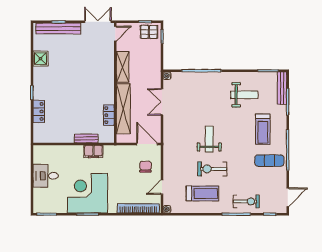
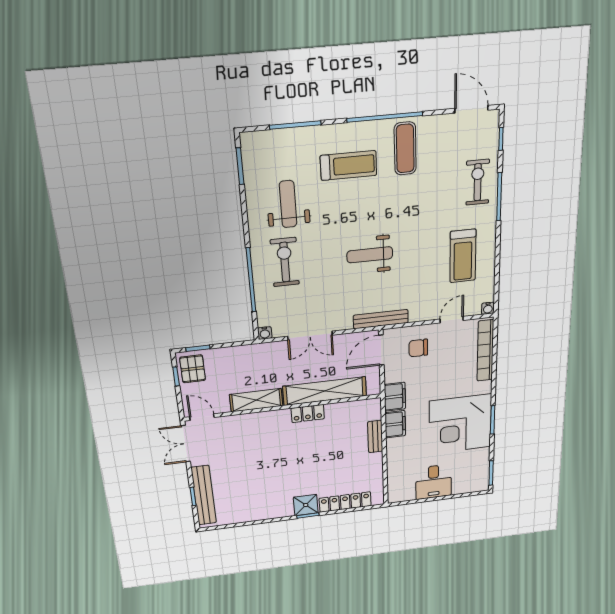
shower: (40, 59) -> (306, 505), moved
bench: (282, 88) -> (381, 319), moved
locker: (39, 111) -> (345, 502), width x1.53
locker: (109, 115) -> (308, 413), moved
filing cabinet: (113, 152) -> (395, 397), added
exercise bike: (212, 169) -> (285, 262), moved, turned 180
door: (162, 187) -> (452, 320), swing flipped
treadmill: (202, 193) -> (463, 256), turned 180

